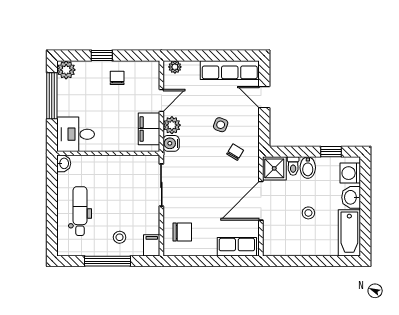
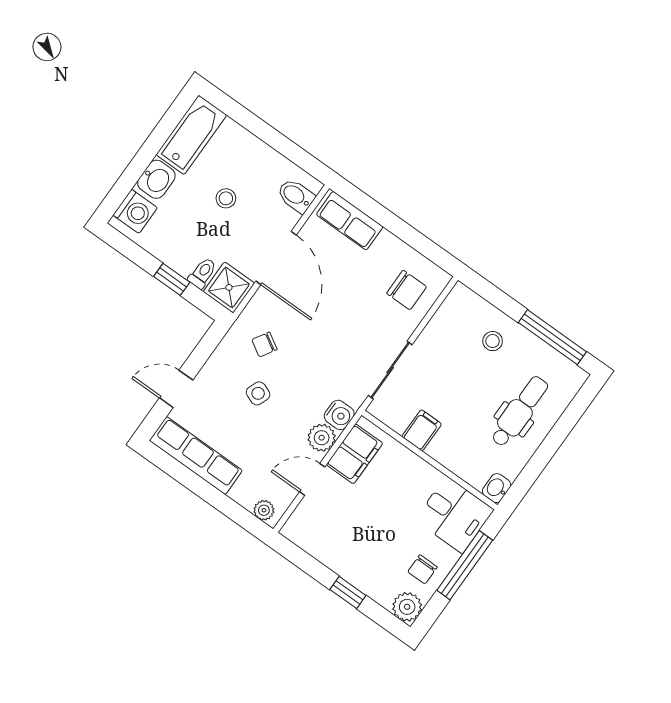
chair: (117, 78) -> (422, 569), moved
window: (52, 96) -> (465, 565), moved
door: (264, 97) -> (176, 389), swing flipped
window: (331, 152) -> (172, 279), moved
bidet: (308, 168) -> (296, 196), moved, turned -90
door: (261, 201) -> (276, 258), hinge flipped
dental chair: (80, 211) -> (519, 411), turned 180
chair: (182, 232) -> (407, 290), turned 180
filing cabinet: (152, 245) -> (422, 430), moved, turned 180
window: (108, 261) -> (552, 337), moved

